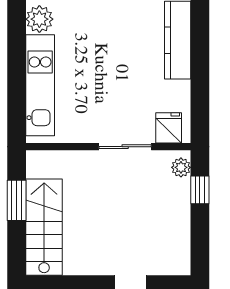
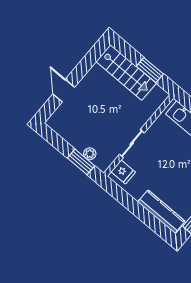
plant: (181, 167) -> (90, 154), moved
window: (200, 190) -> (81, 162), width x1.50

